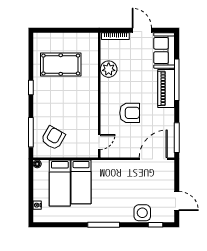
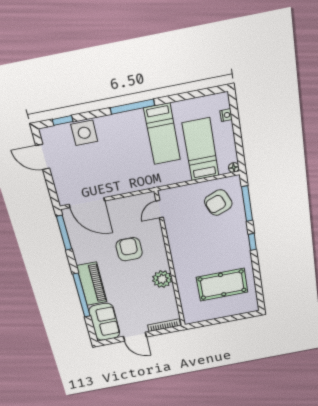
plant: (109, 69) -> (162, 279), moved
window: (31, 88) -> (252, 242), moved
armchair: (130, 113) -> (129, 249), turned 90
armchair: (53, 138) -> (218, 203), turned 38
door: (153, 159) -> (87, 203), hinge flipped
bed: (81, 182) -> (162, 134), moved, turned 180

